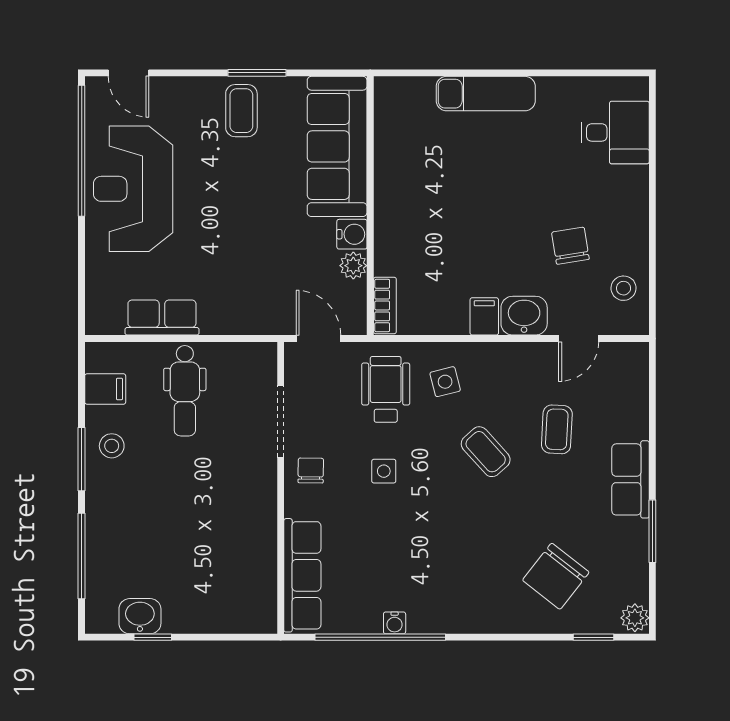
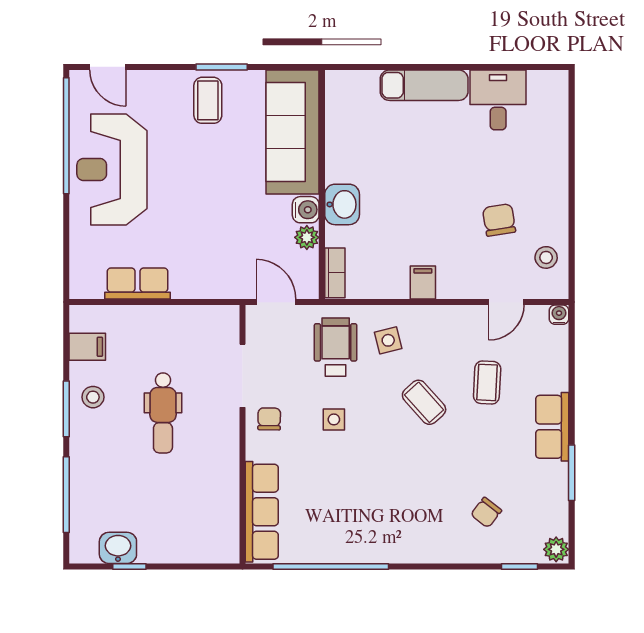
desk: (615, 132) -> (498, 100), moved, turned -90
washbasin: (524, 316) -> (342, 204), moved, turned 90
dental chair: (185, 391) -> (163, 413), moved
chair: (556, 576) -> (486, 512), width x0.54, depth x0.54
water cooler: (395, 623) -> (559, 315), moved, turned 180

